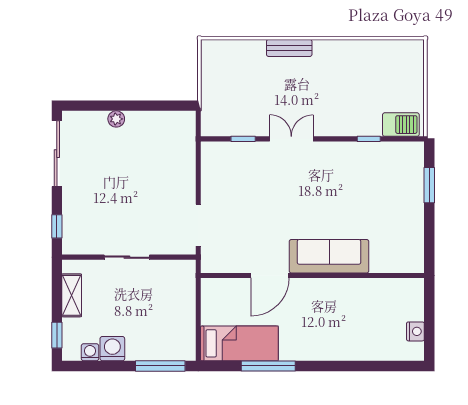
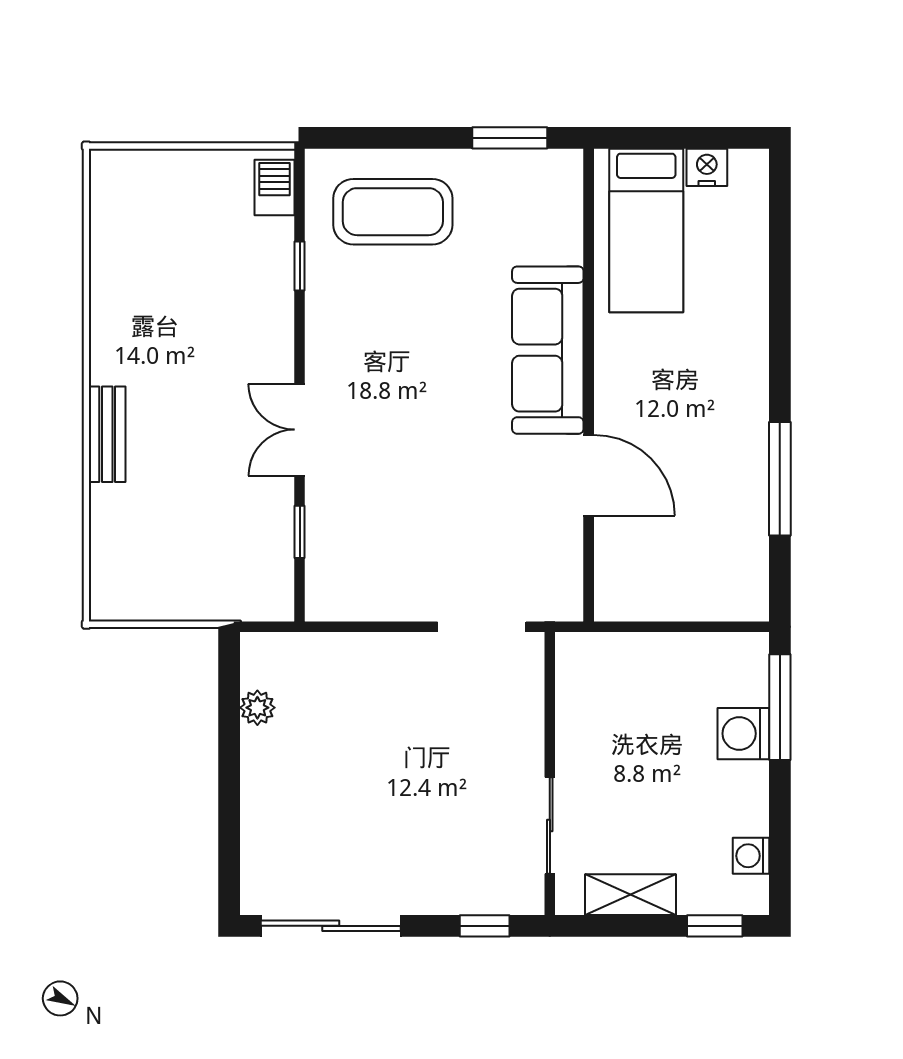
plant: (116, 119) -> (257, 708), moved
barbecue: (401, 125) -> (274, 188), width x0.73, depth x0.79
coffee table: (394, 183) -> (393, 212), added
window: (429, 185) -> (510, 138), moved
sliding door: (127, 257) -> (550, 825), moved
bed: (239, 343) -> (646, 230), moved, turned 180
washing machine: (112, 349) -> (743, 734), moved

